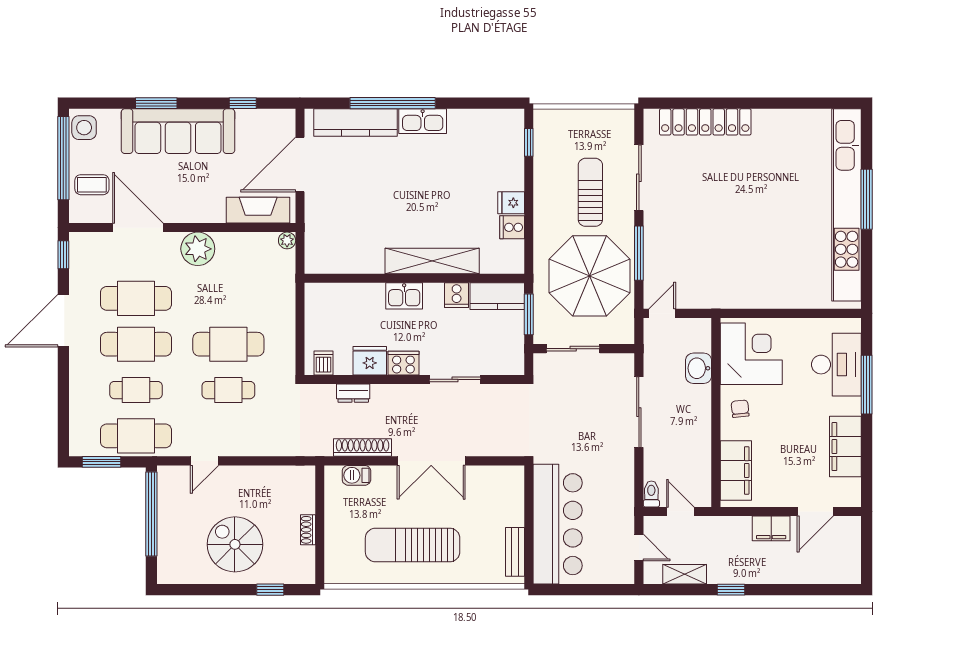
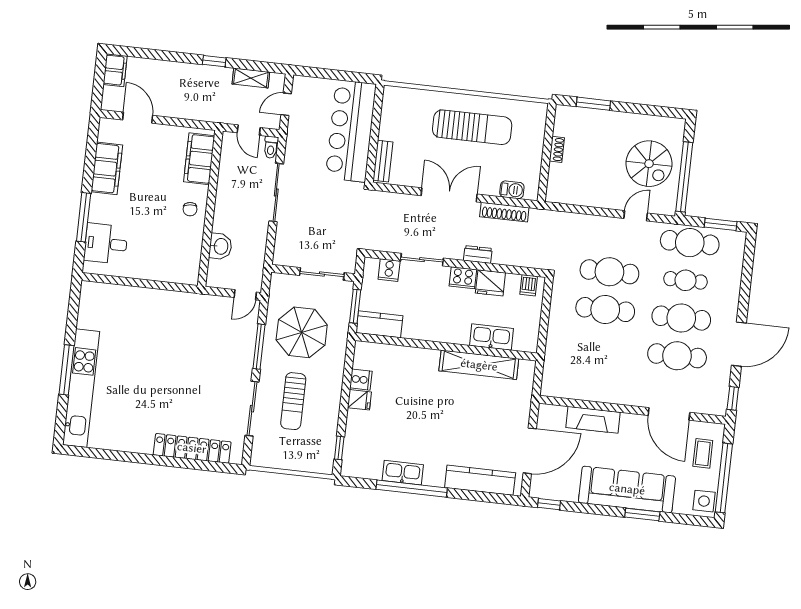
window: (243, 103) -> (549, 504), moved
window: (393, 103) -> (412, 489), moved
kitchen sink: (423, 121) -> (403, 473), moved
coffee table: (92, 185) -> (703, 453), turned 90
kitchen unit: (847, 205) -> (81, 388), width x0.73
fireplace: (258, 210) -> (593, 420), moved
plant: (287, 240) -> (547, 389), removed
plant: (198, 249) -> (622, 391), removed
shelving: (432, 261) -> (479, 365), moved
parasol: (589, 276) -> (302, 332), width x0.73, depth x0.73
cooker: (457, 295) -> (389, 270), moved, turned 180
kitchen sink: (404, 296) -> (492, 337), moved, width x1.38
corner desk: (751, 354) -> (176, 253), removed
desk: (836, 365) -> (106, 244), width x0.73
cafe table: (228, 390) -> (609, 272), width x1.37, depth x1.35
dresser: (353, 393) -> (478, 254), moved
sliding door: (639, 412) -> (276, 192), moved
door: (815, 511) -> (138, 118), hinge flipped
filing cabinet: (771, 528) -> (115, 70), moved, turned 90
spiral stairs: (235, 544) -> (649, 164), moved
door: (639, 548) -> (286, 104), hinge flipped
bench: (515, 552) -> (383, 161), moved
window: (270, 590) -> (593, 104), width x1.50

